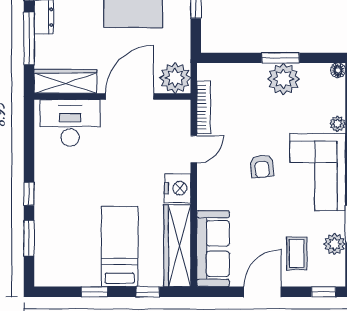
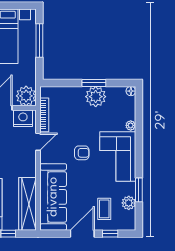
armchair: (262, 166) -> (82, 153), turned -85
nightstand: (178, 188) -> (23, 118), moved, turned -90
sofa: (213, 249) -> (53, 197), width x1.36, depth x1.27
window: (324, 292) -> (110, 234), moved

